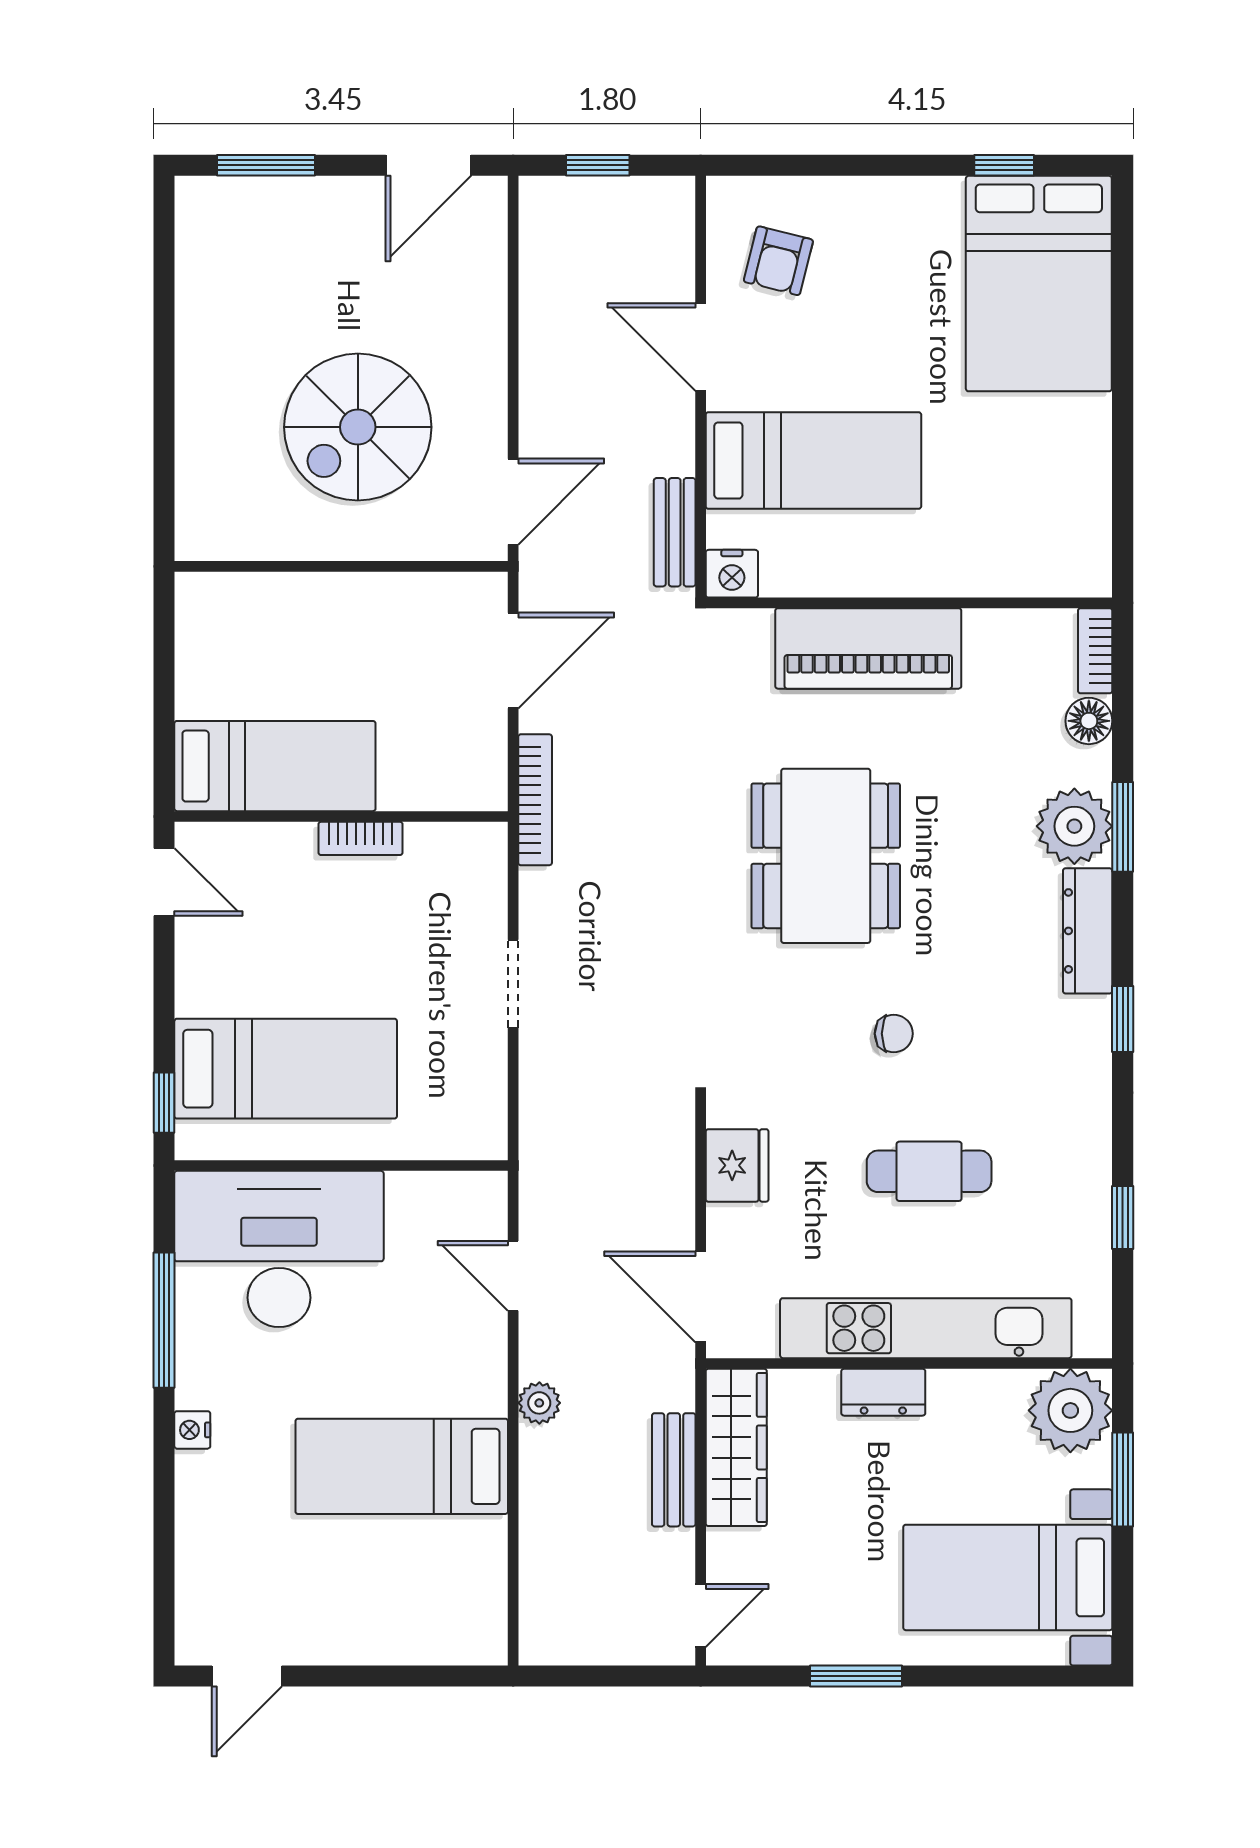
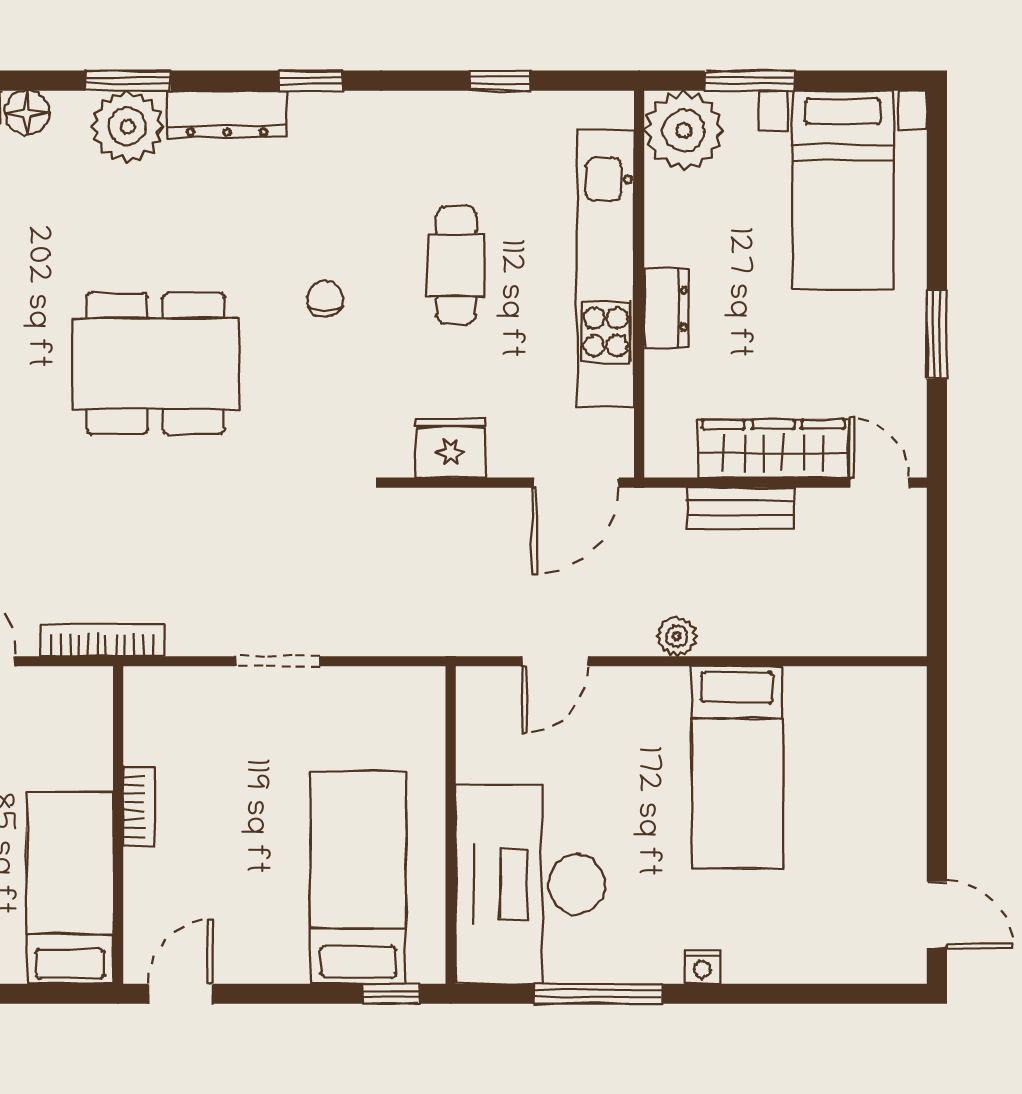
wardrobe: (736, 1447) -> (773, 449), moved

